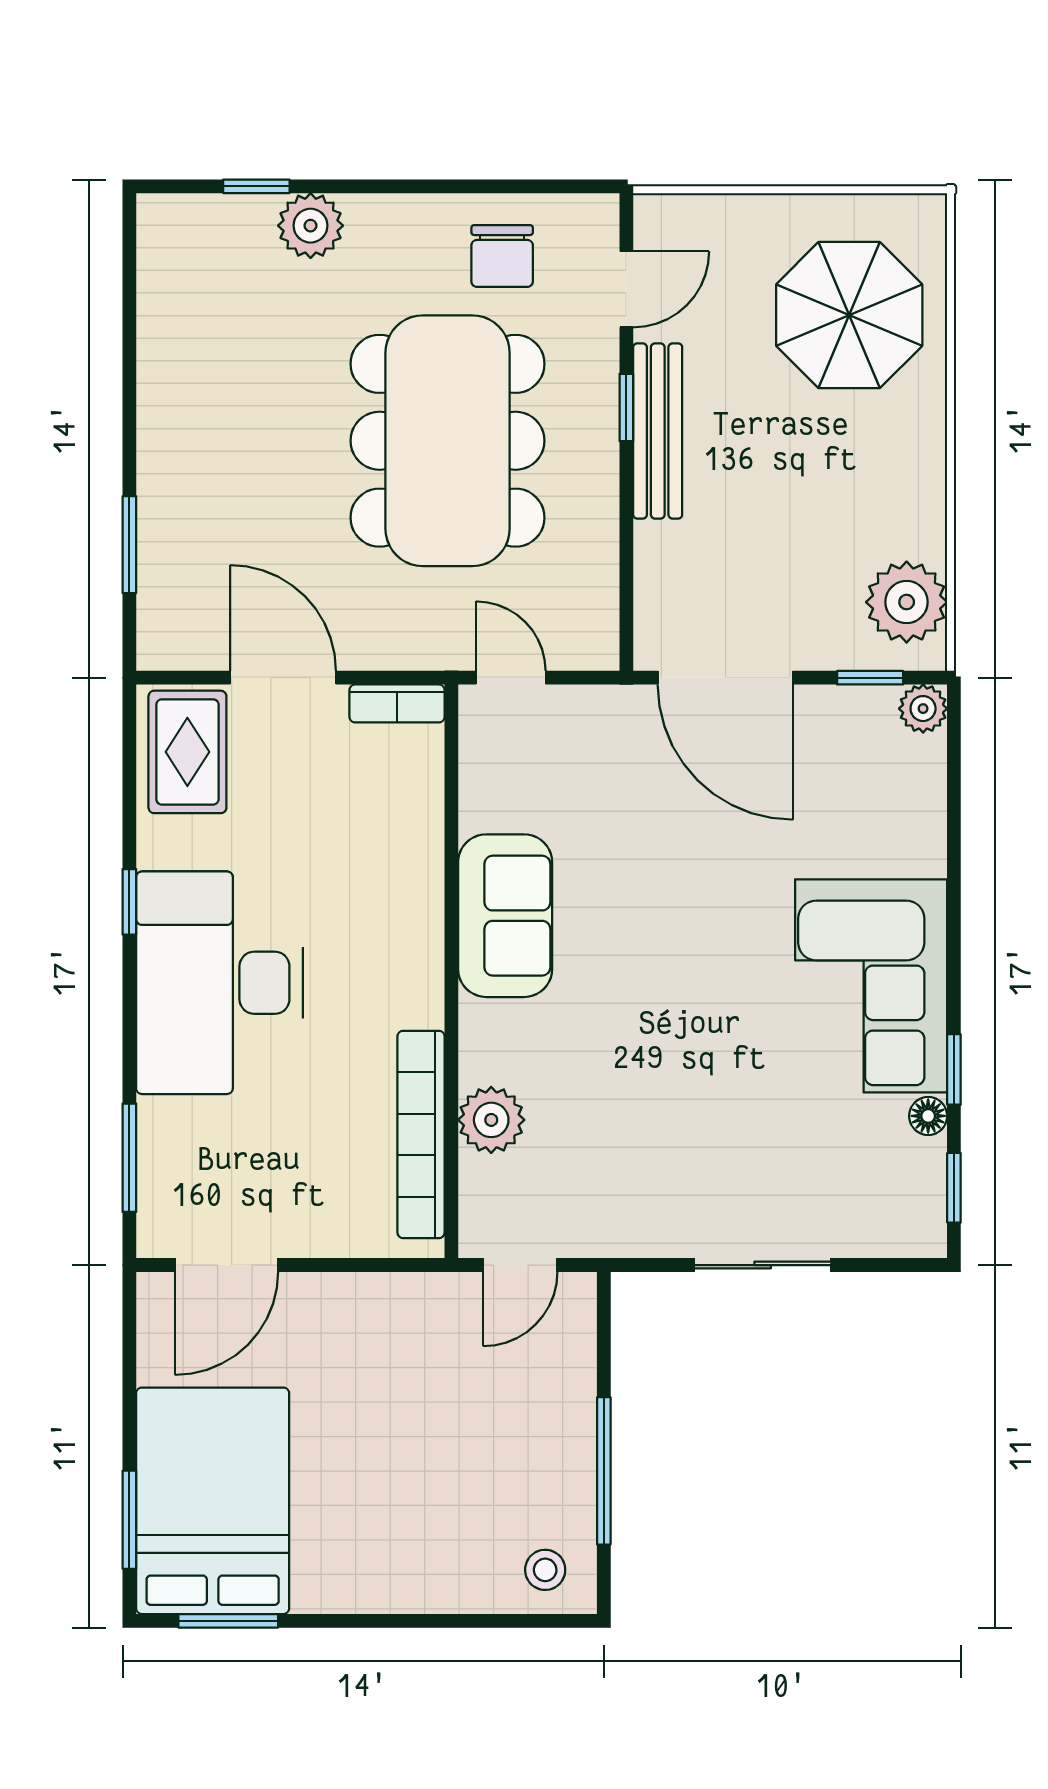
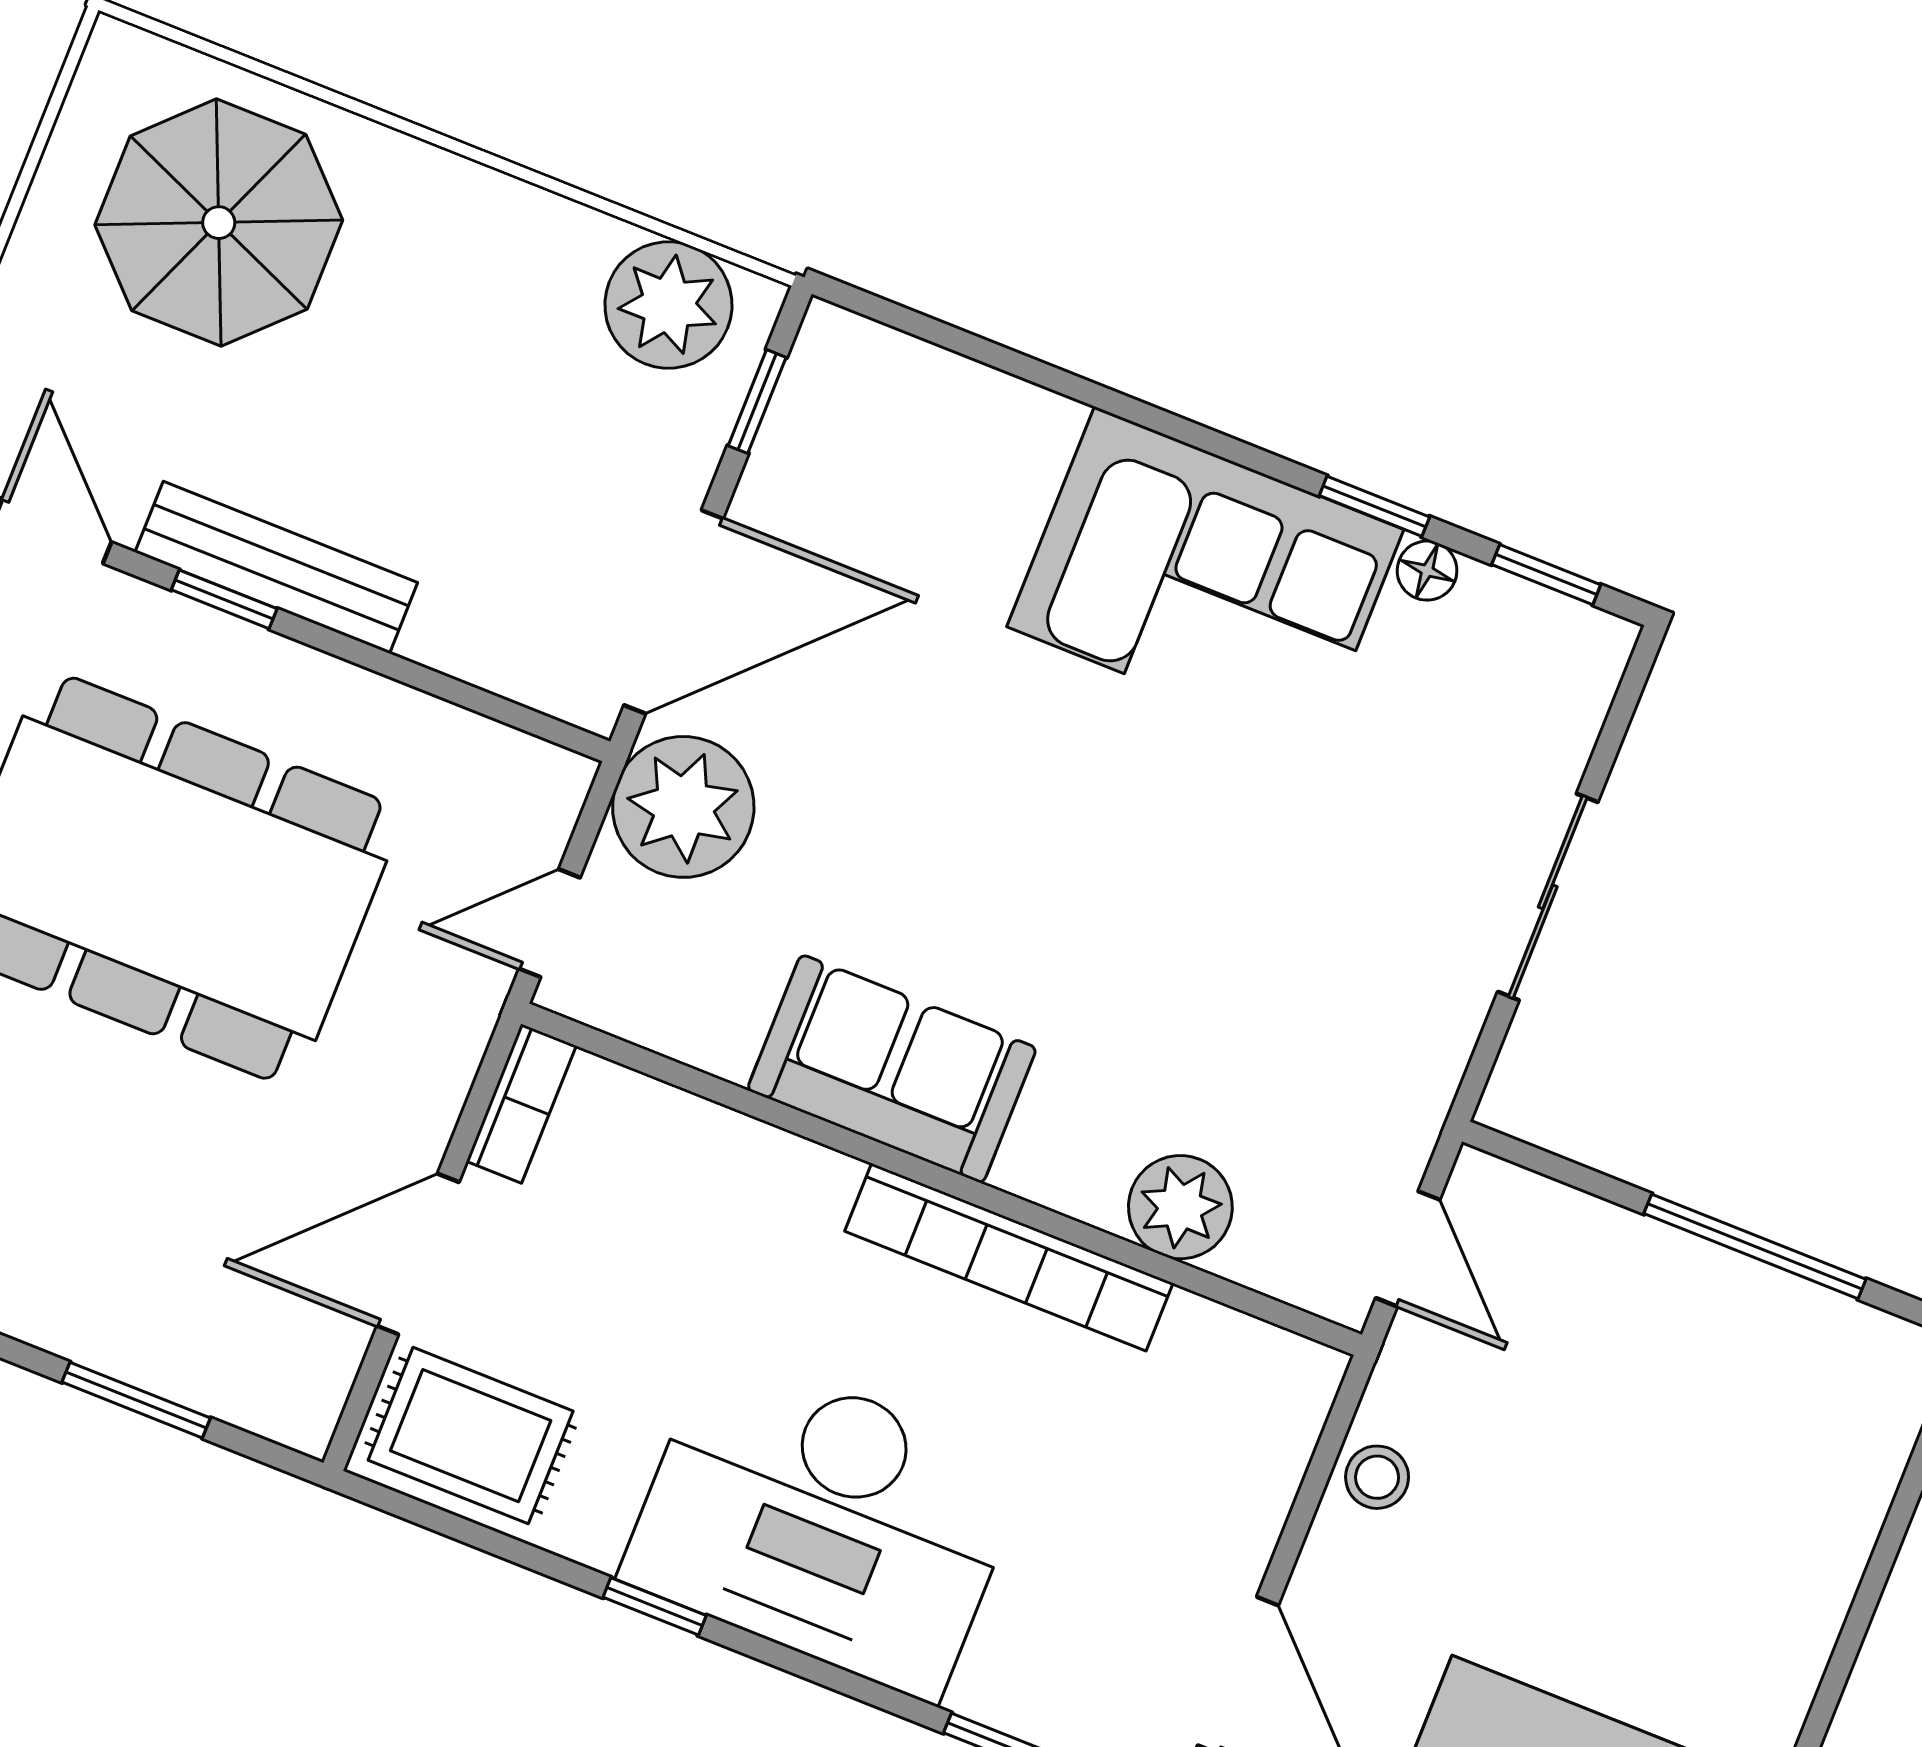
plant: (923, 709) -> (683, 807), moved, width x1.87, depth x1.87
bookcase: (421, 1134) -> (1009, 1257), moved
stool: (545, 1570) -> (1377, 1477), moved

